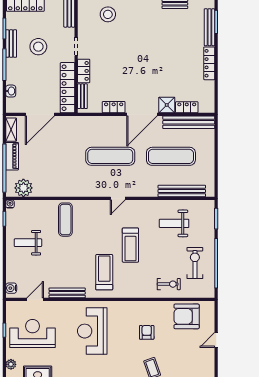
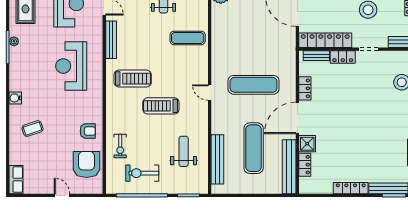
door: (142, 114) -> (297, 118), hinge flipped
exercise mat: (110, 156) -> (254, 85), turned 90
exercise bike: (195, 263) -> (142, 173), turned 180
reception desk: (92, 331) -> (71, 66), turned -90
armchair: (147, 332) -> (88, 131), moved

